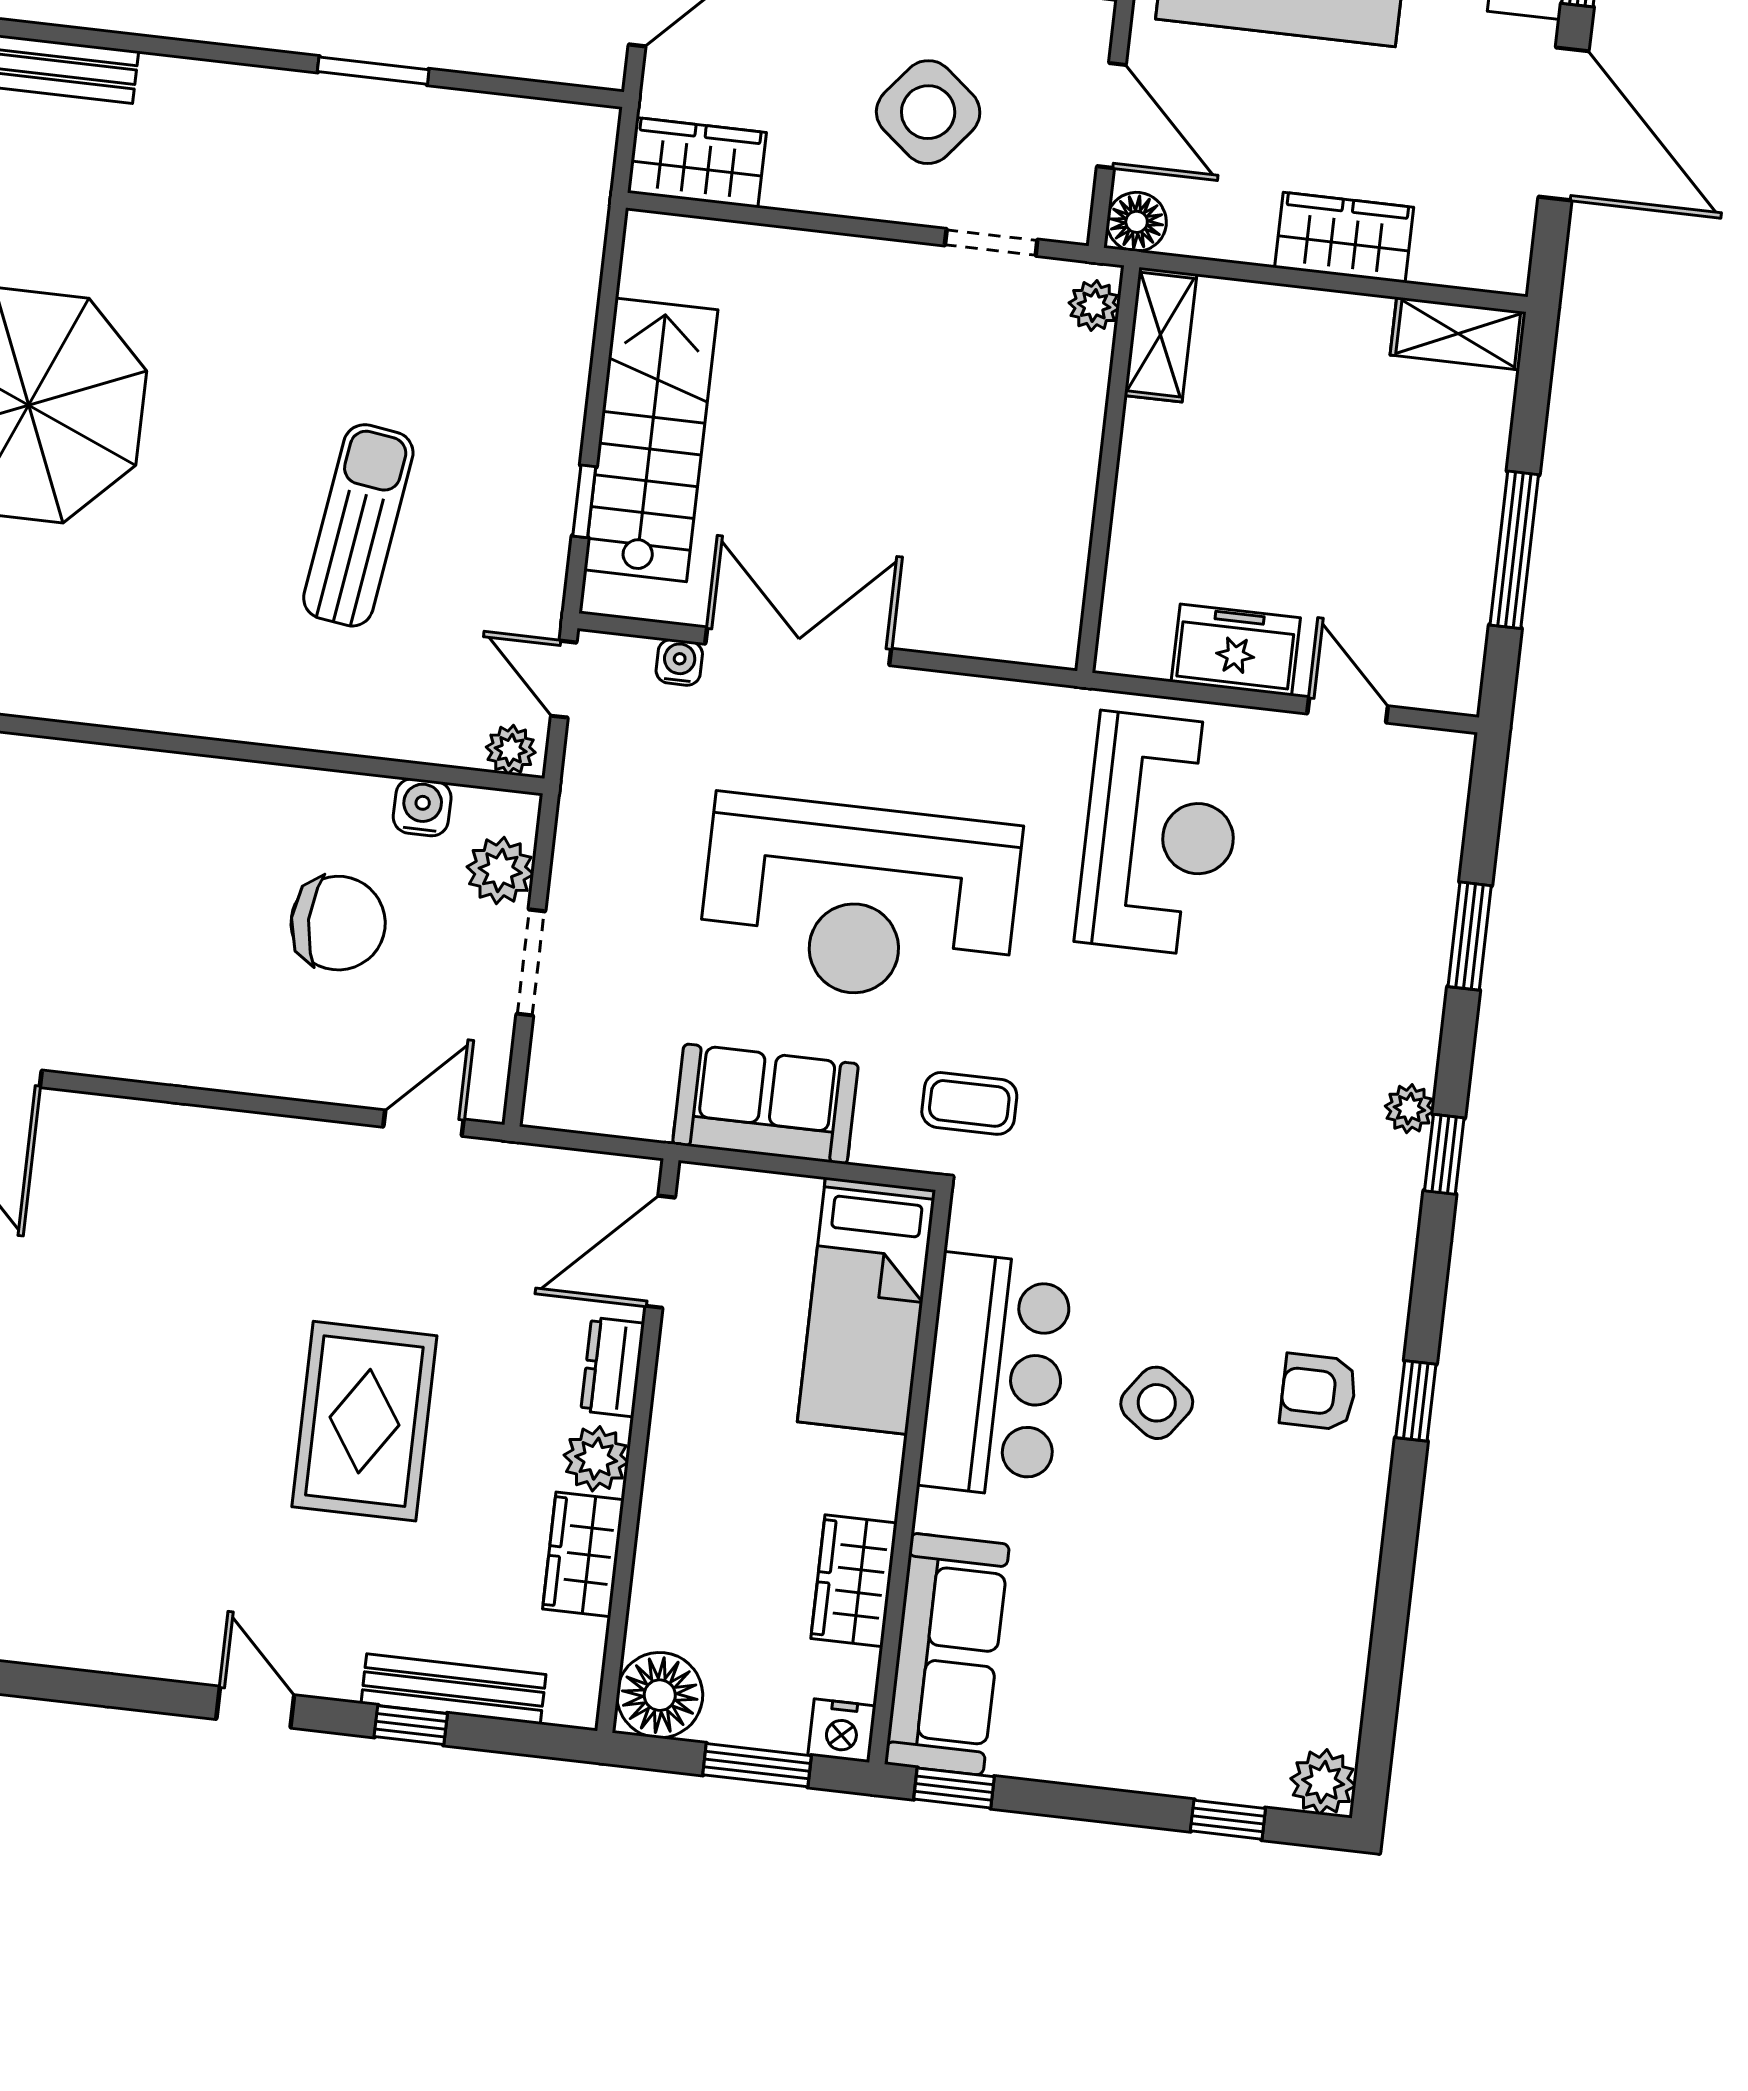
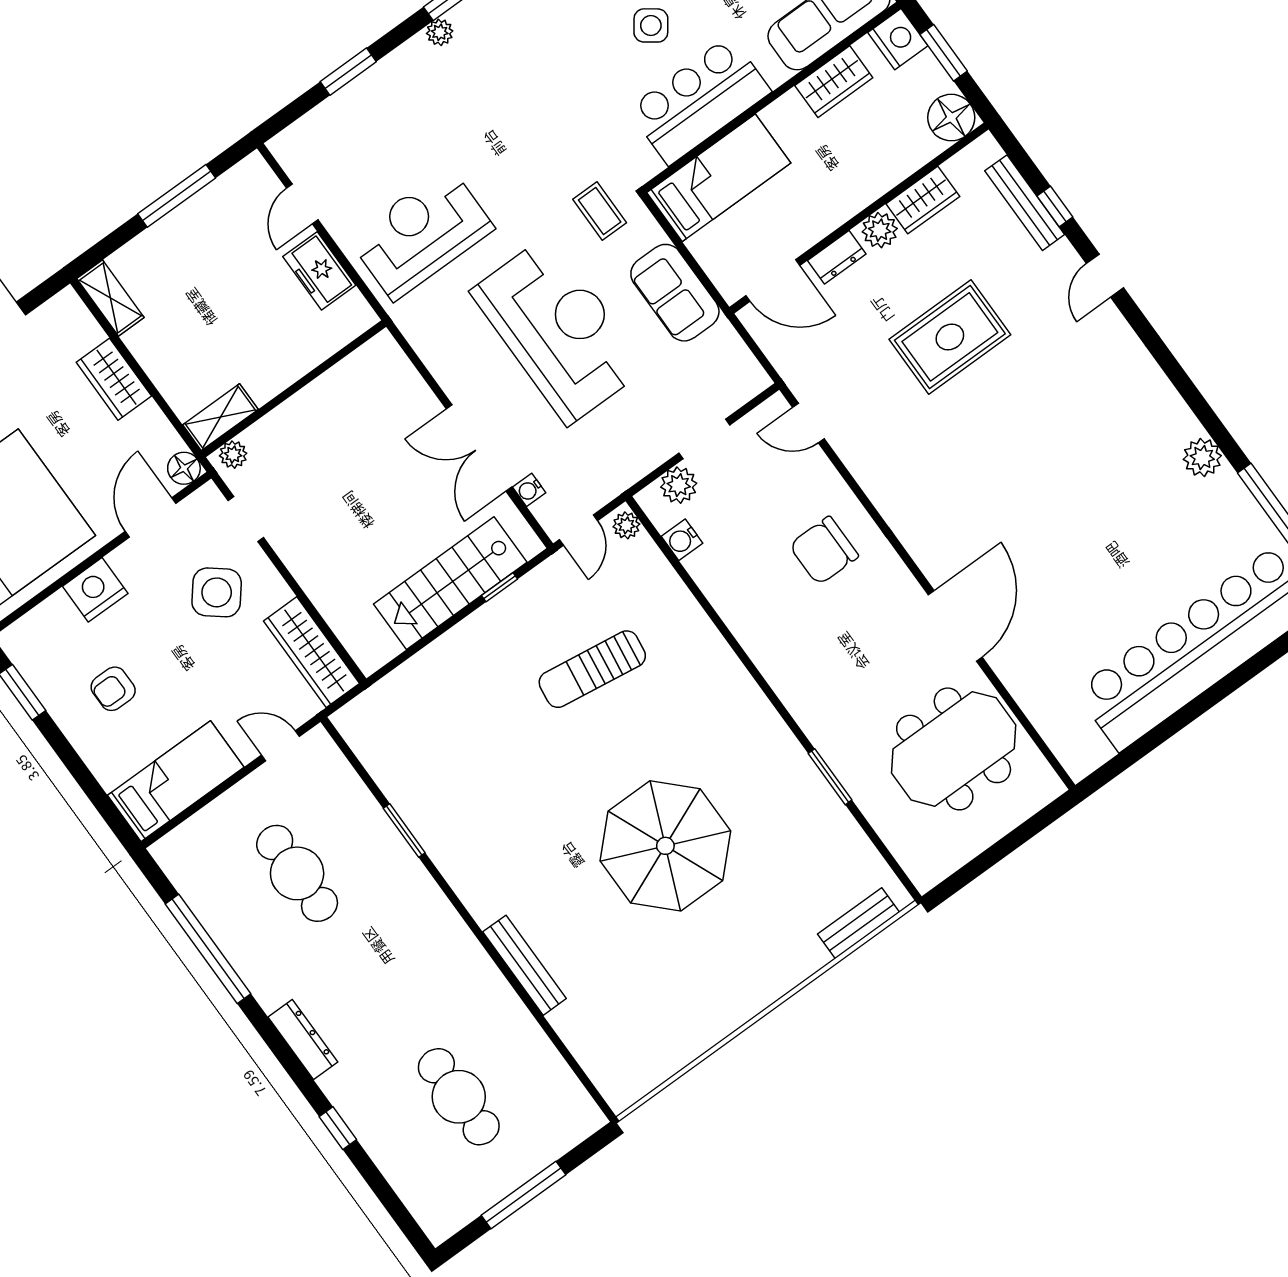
wardrobe: (697, 163) -> (312, 652), width x1.50
chair: (338, 923) -> (824, 551), moved, turned -90
nightstand: (842, 1731) -> (898, 39), width x1.36, depth x1.33

